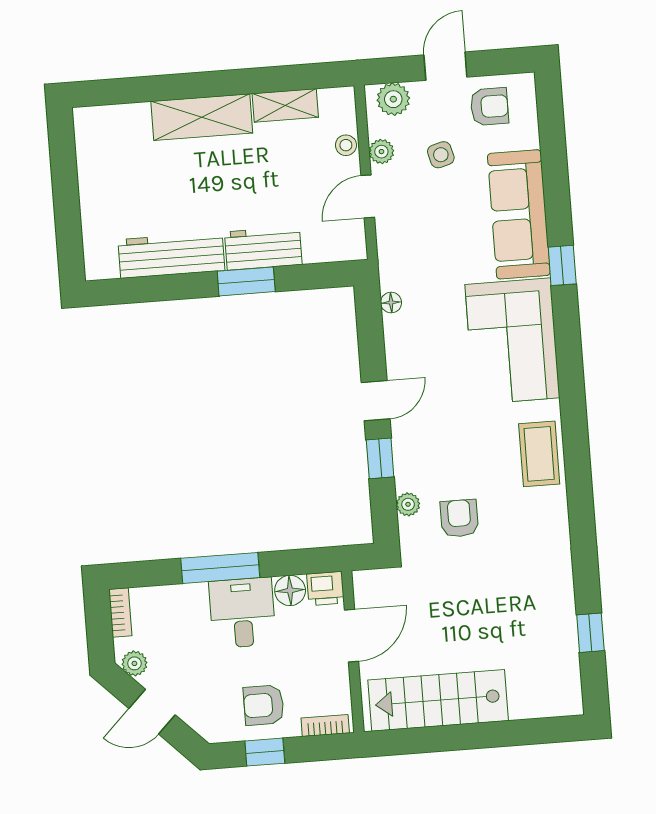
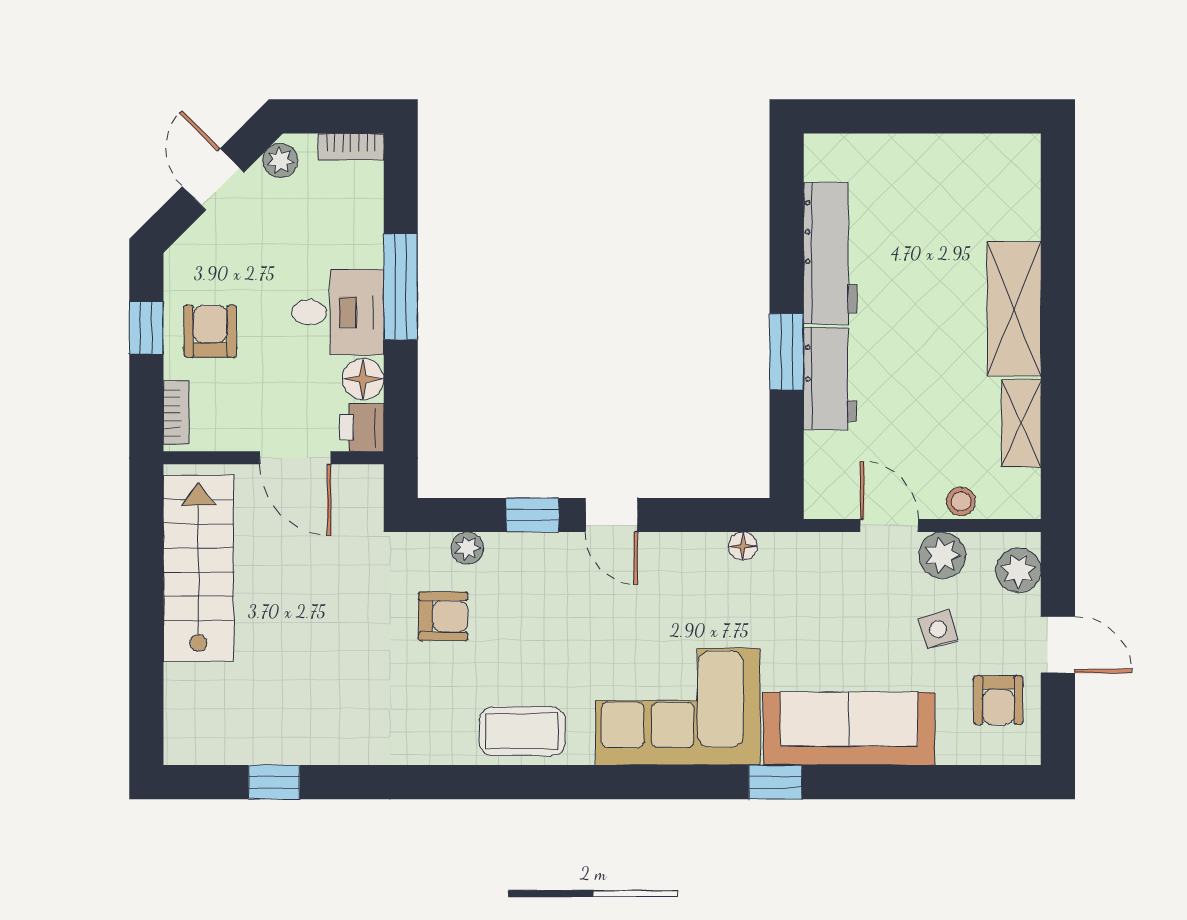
plant: (381, 152) -> (942, 555), width x1.38, depth x1.38

